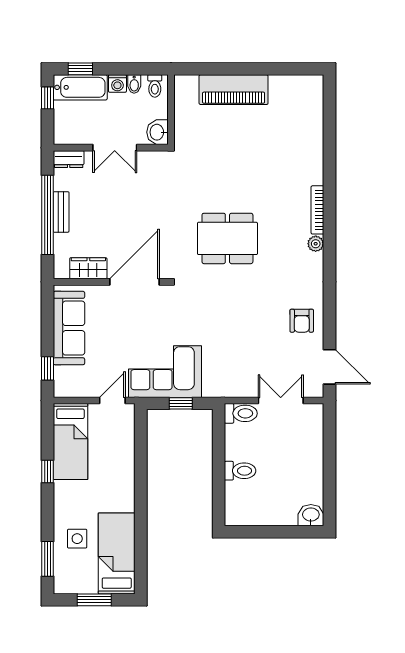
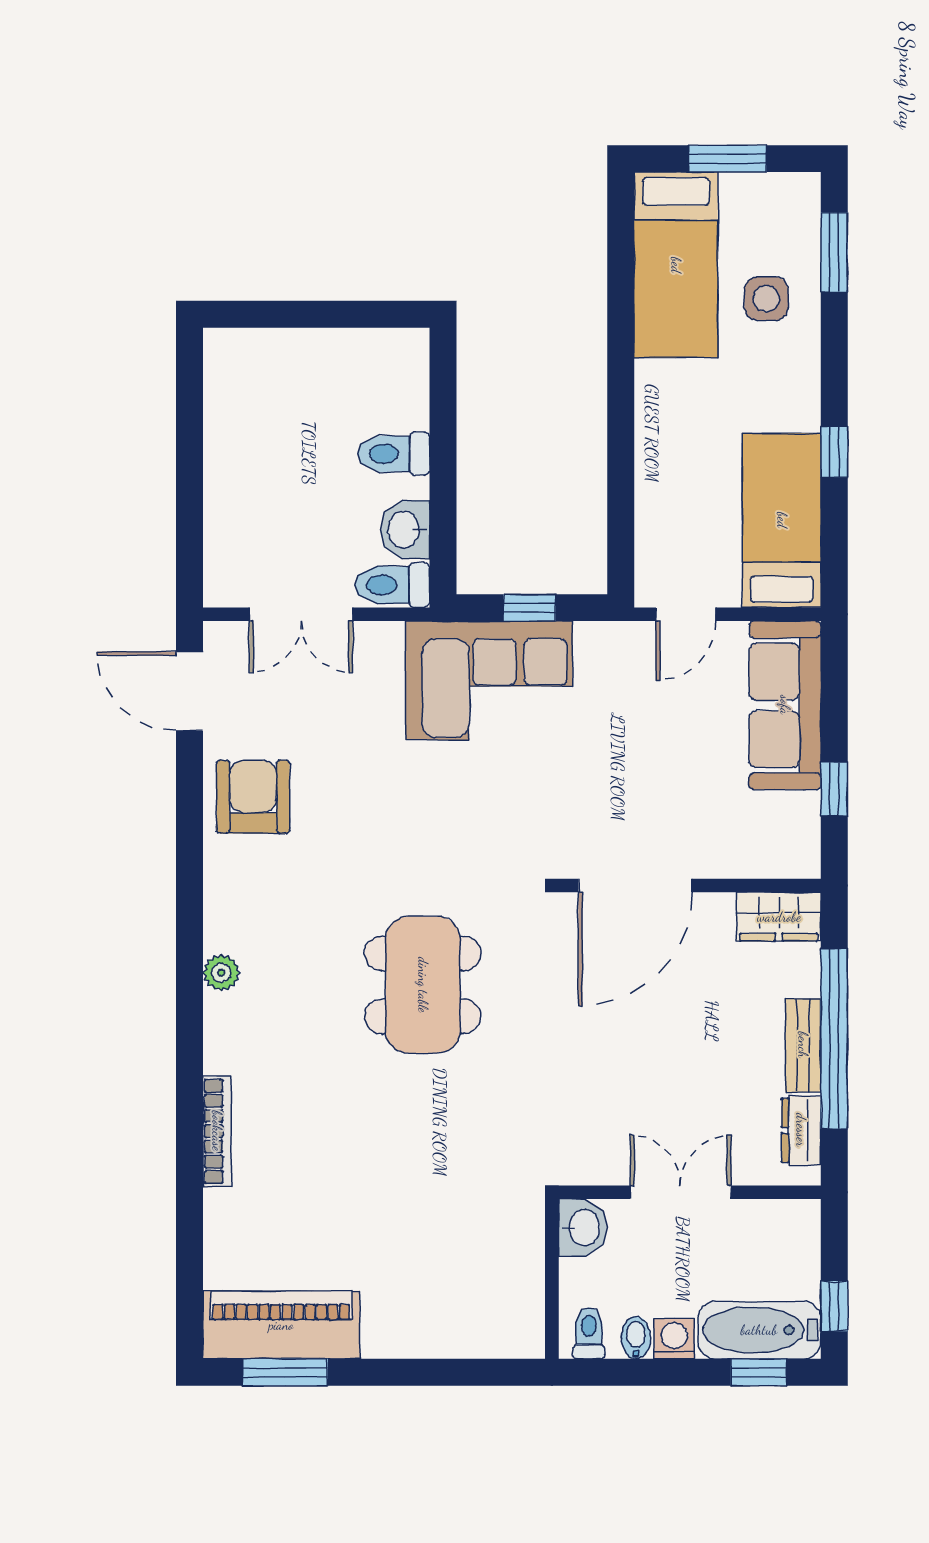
window: (288, 69) -> (285, 1372), added
piano: (234, 90) -> (281, 1325), moved
dresser: (69, 159) -> (801, 1130), moved, turned -90
bookcase: (317, 210) -> (217, 1131), moved
dining table: (227, 238) -> (423, 985), turned 90
wardrobe: (88, 268) -> (779, 917), moved
armchair: (302, 321) -> (253, 797), width x1.38, depth x1.38
sofa: (69, 328) -> (785, 705), moved
window: (47, 368) -> (834, 789), moved
corner sofa: (165, 372) -> (489, 680), moved
washbasin: (311, 515) -> (405, 530), moved, turned 90

